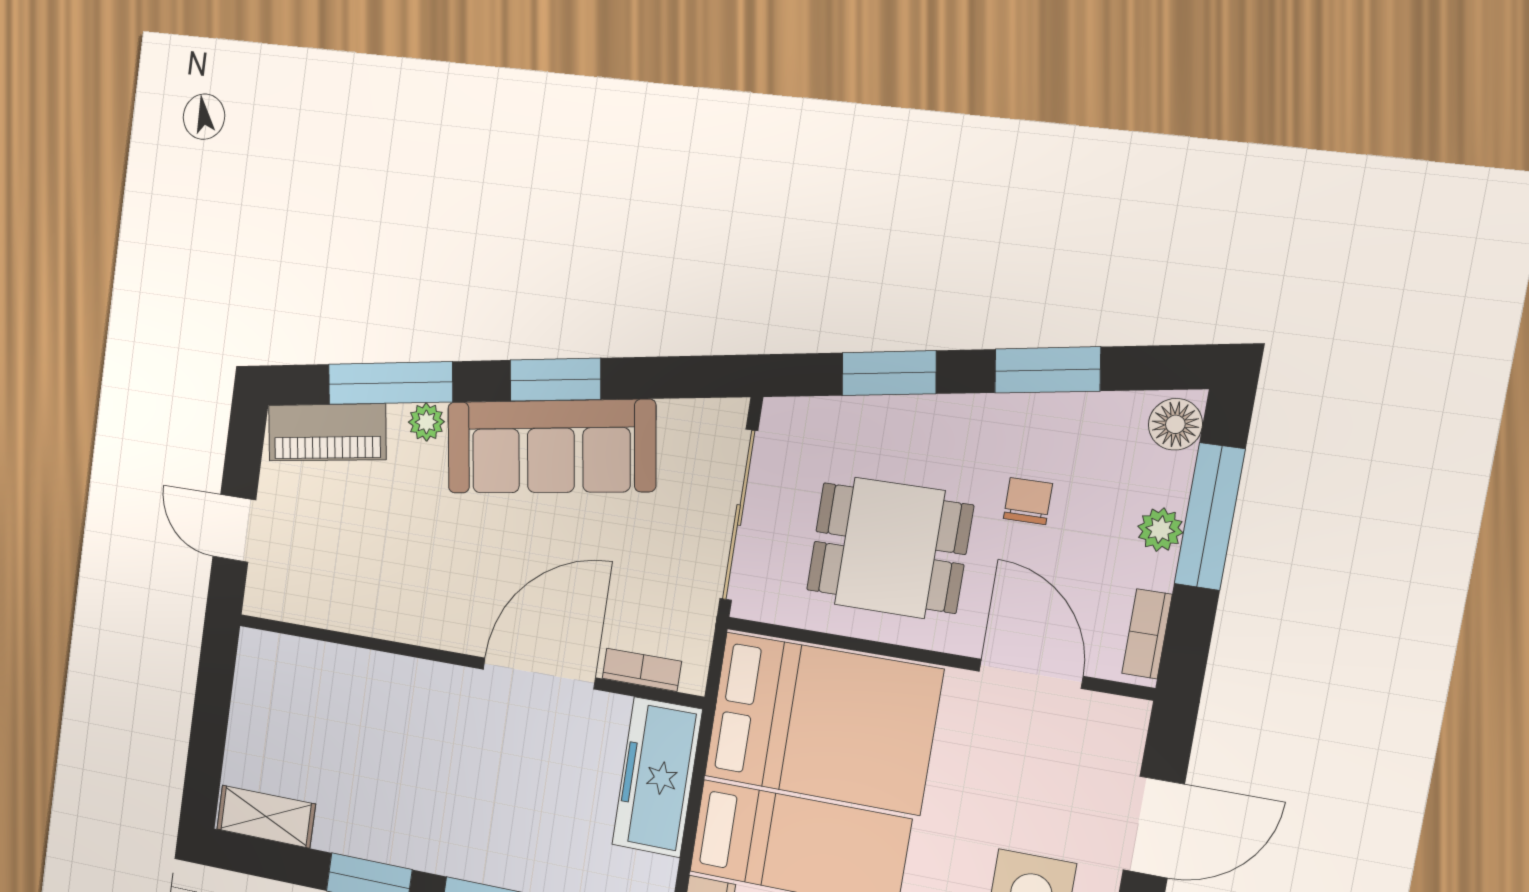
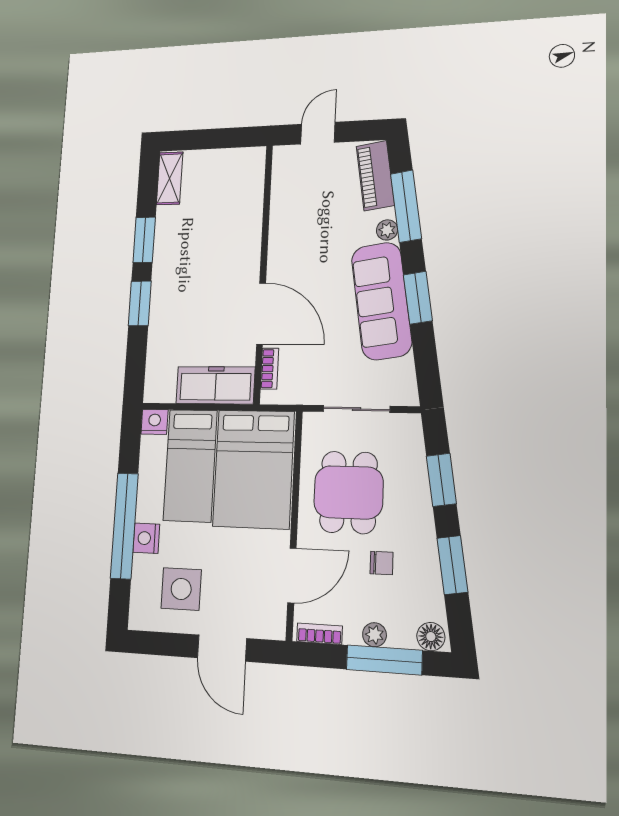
sliding door: (739, 515) -> (357, 409), width x0.73

